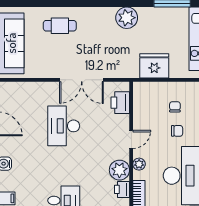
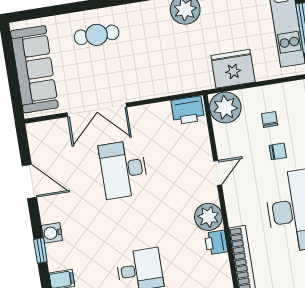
double door: (82, 80) -> (97, 110), moved
printer: (120, 103) -> (188, 110), moved, turned -90
plant: (139, 164) -> (225, 107), moved, width x1.87, depth x1.87

